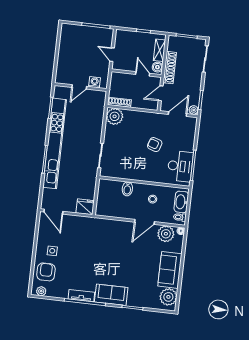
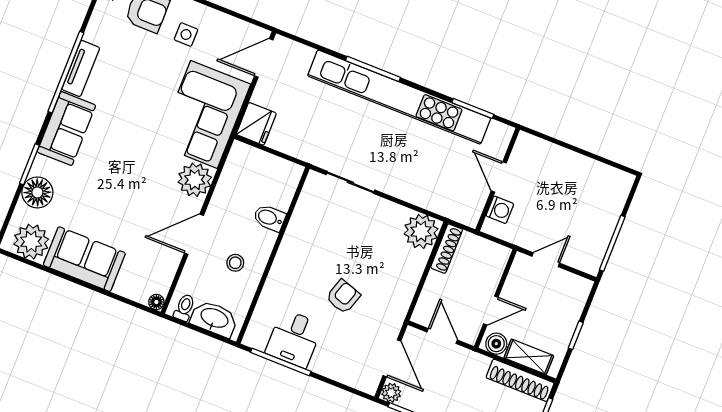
shoe rack: (170, 68) -> (520, 380), moved
desk: (180, 166) -> (294, 339), width x0.73
door: (144, 222) -> (194, 234), hinge flipped
corner sofa: (87, 232) -> (204, 114), added
plant: (166, 234) -> (195, 180), moved
floor lamp: (145, 300) -> (37, 192), added

